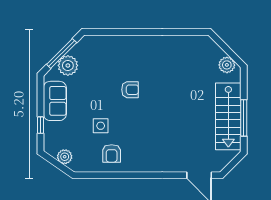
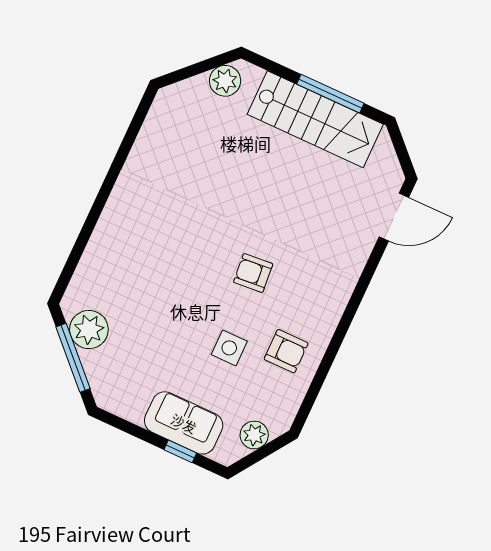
plant: (68, 65) -> (89, 330), moved
armchair: (130, 90) -> (253, 273), moved, turned -95
sofa: (55, 101) -> (184, 423), moved

